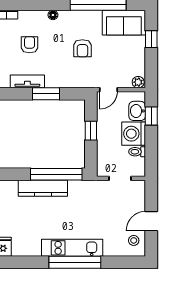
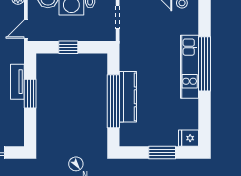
tv unit: (27, 81) -> (17, 82), moved
door: (108, 90) -> (26, 29), swing flipped
window: (56, 174) -> (113, 101), moved

